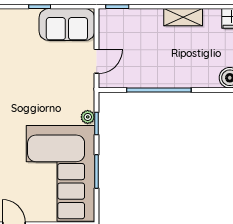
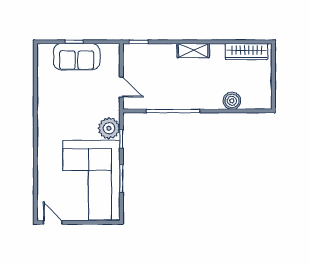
sofa: (67, 25) -> (77, 57), moved
door: (97, 61) -> (121, 87), hinge flipped
plant: (88, 117) -> (109, 128), width x1.88, depth x1.88

